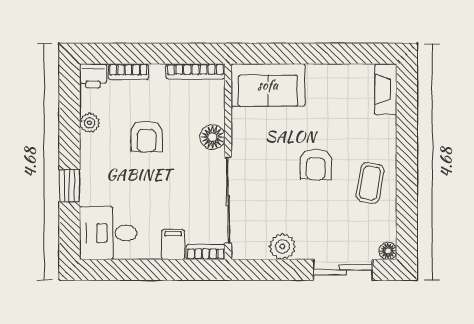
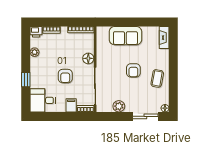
sofa: (268, 85) -> (125, 36), moved
armchair: (147, 136) -> (65, 76), moved

